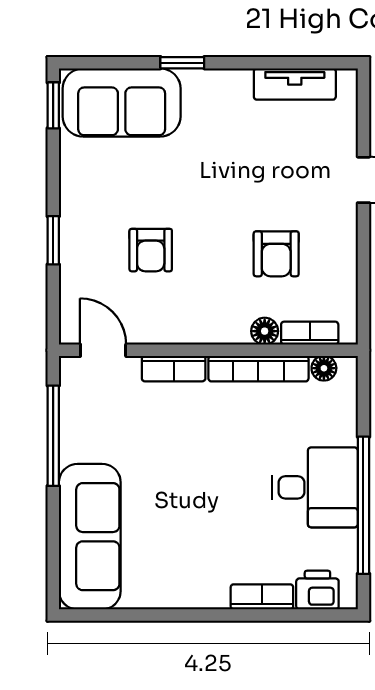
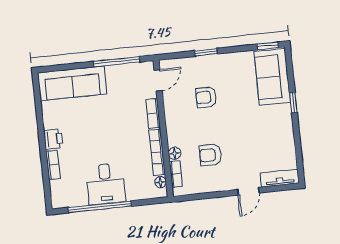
tv unit: (295, 84) -> (280, 178), moved, turned 90
printer: (317, 590) -> (53, 139), moved

